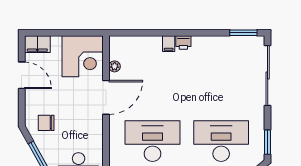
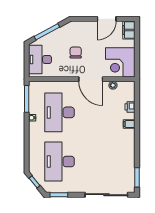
printer: (183, 43) -> (130, 107), moved
chair: (46, 123) -> (76, 52), moved
desk: (152, 141) -> (60, 112), turned 180
desk: (221, 141) -> (60, 162), turned 180

